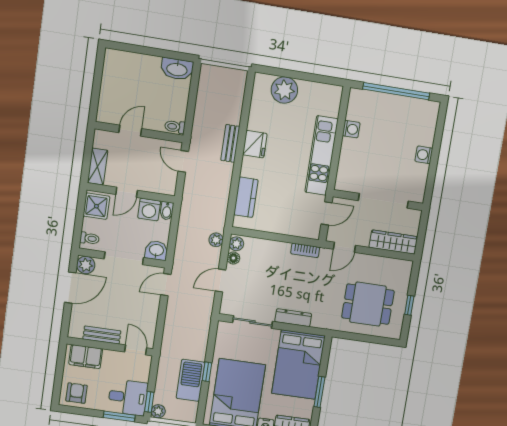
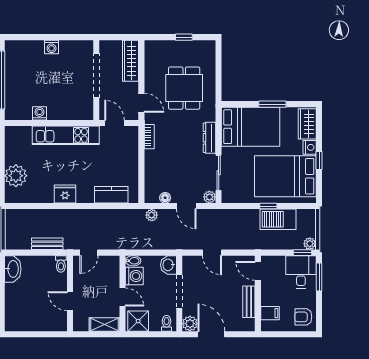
bench: (230, 143) -> (47, 244), moved
plant: (236, 244) -> (209, 197), moved
door: (166, 285) -> (212, 253), moved
dining table: (368, 304) -> (184, 88), moved
door: (136, 350) -> (258, 271), hinge flipped
filing cabinet: (86, 357) -> (270, 313), width x0.50

